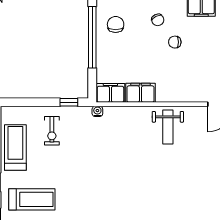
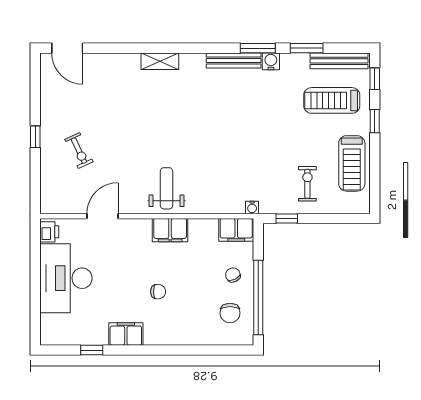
chair: (158, 20) -> (233, 275), moved
filing cabinet: (140, 93) -> (170, 230), moved

